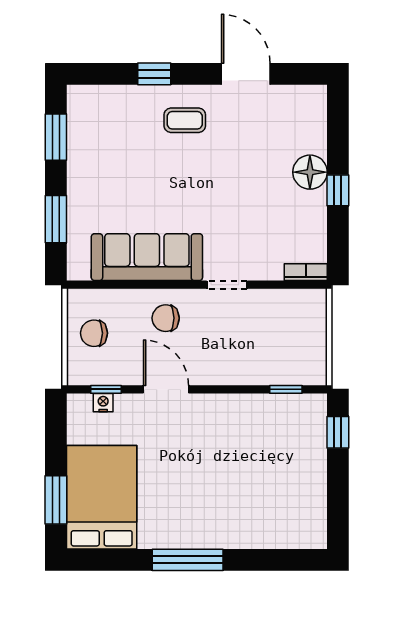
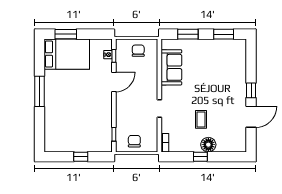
window: (154, 74) -> (251, 90), moved
coffee table: (185, 120) -> (201, 119), moved
sofa: (147, 257) -> (171, 67), width x0.73
chair: (166, 318) -> (134, 141), moved
window: (338, 432) -> (81, 157), moved

